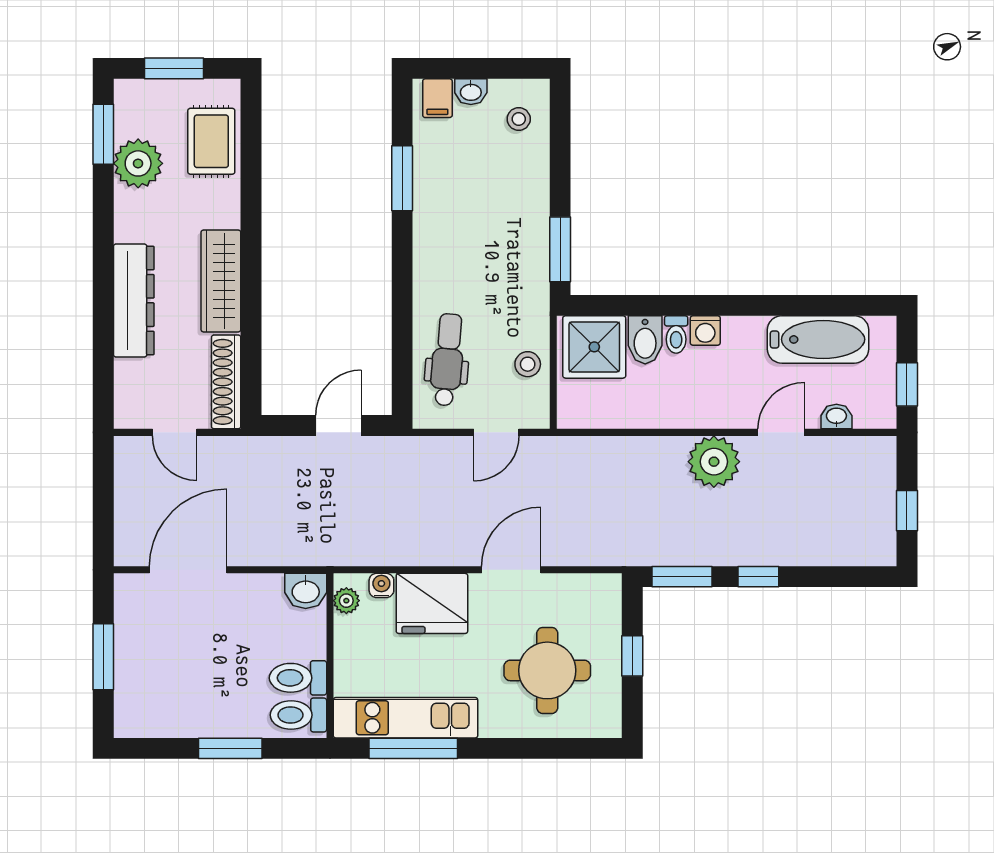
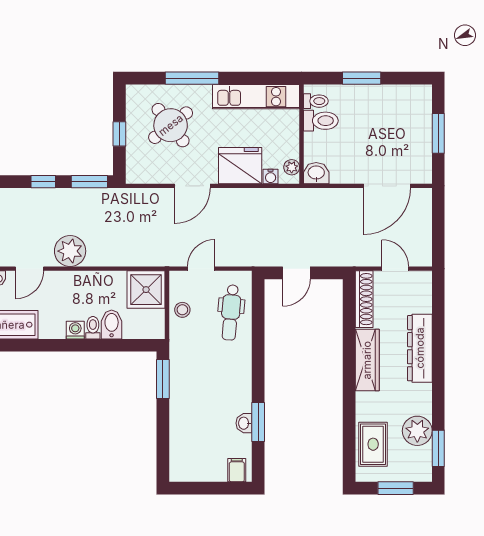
washbasin: (471, 92) -> (244, 423), moved, turned -90
stool: (519, 119) -> (188, 458), removed
shower: (594, 347) -> (146, 290), moved
round table: (547, 670) -> (171, 125), turned -38
toilet: (298, 715) -> (316, 101), width x0.73, depth x0.72
window: (413, 748) -> (192, 78), moved

